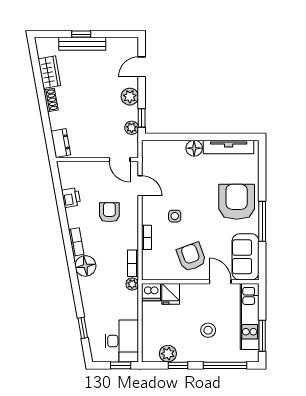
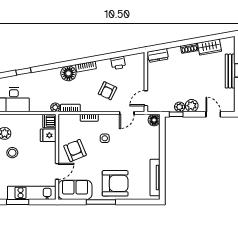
plant: (132, 128) -> (180, 107), moved
floor lamp: (194, 148) -> (154, 120), moved
armchair: (109, 212) -> (107, 91), turned 115
armchair: (191, 257) -> (75, 150), turned -92
stool: (208, 330) -> (12, 153), moved

